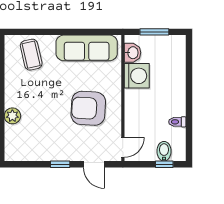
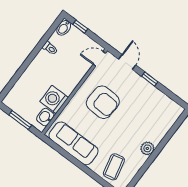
plant: (12, 116) -> (147, 148), moved
bidet: (164, 151) -> (64, 28), moved

